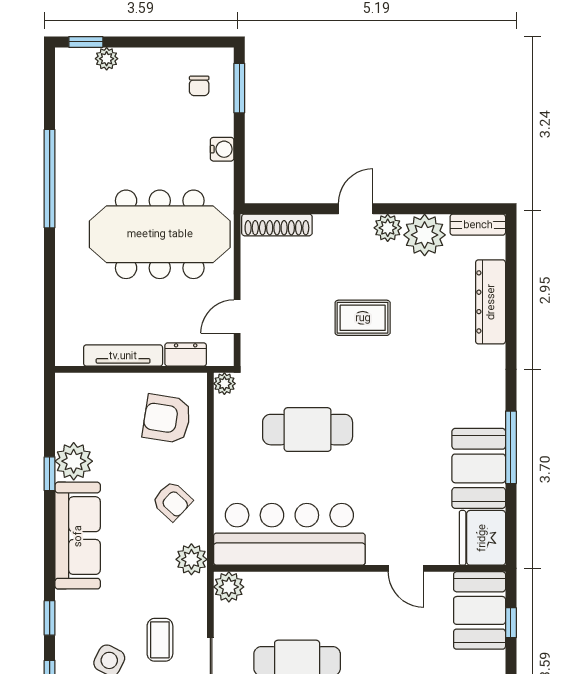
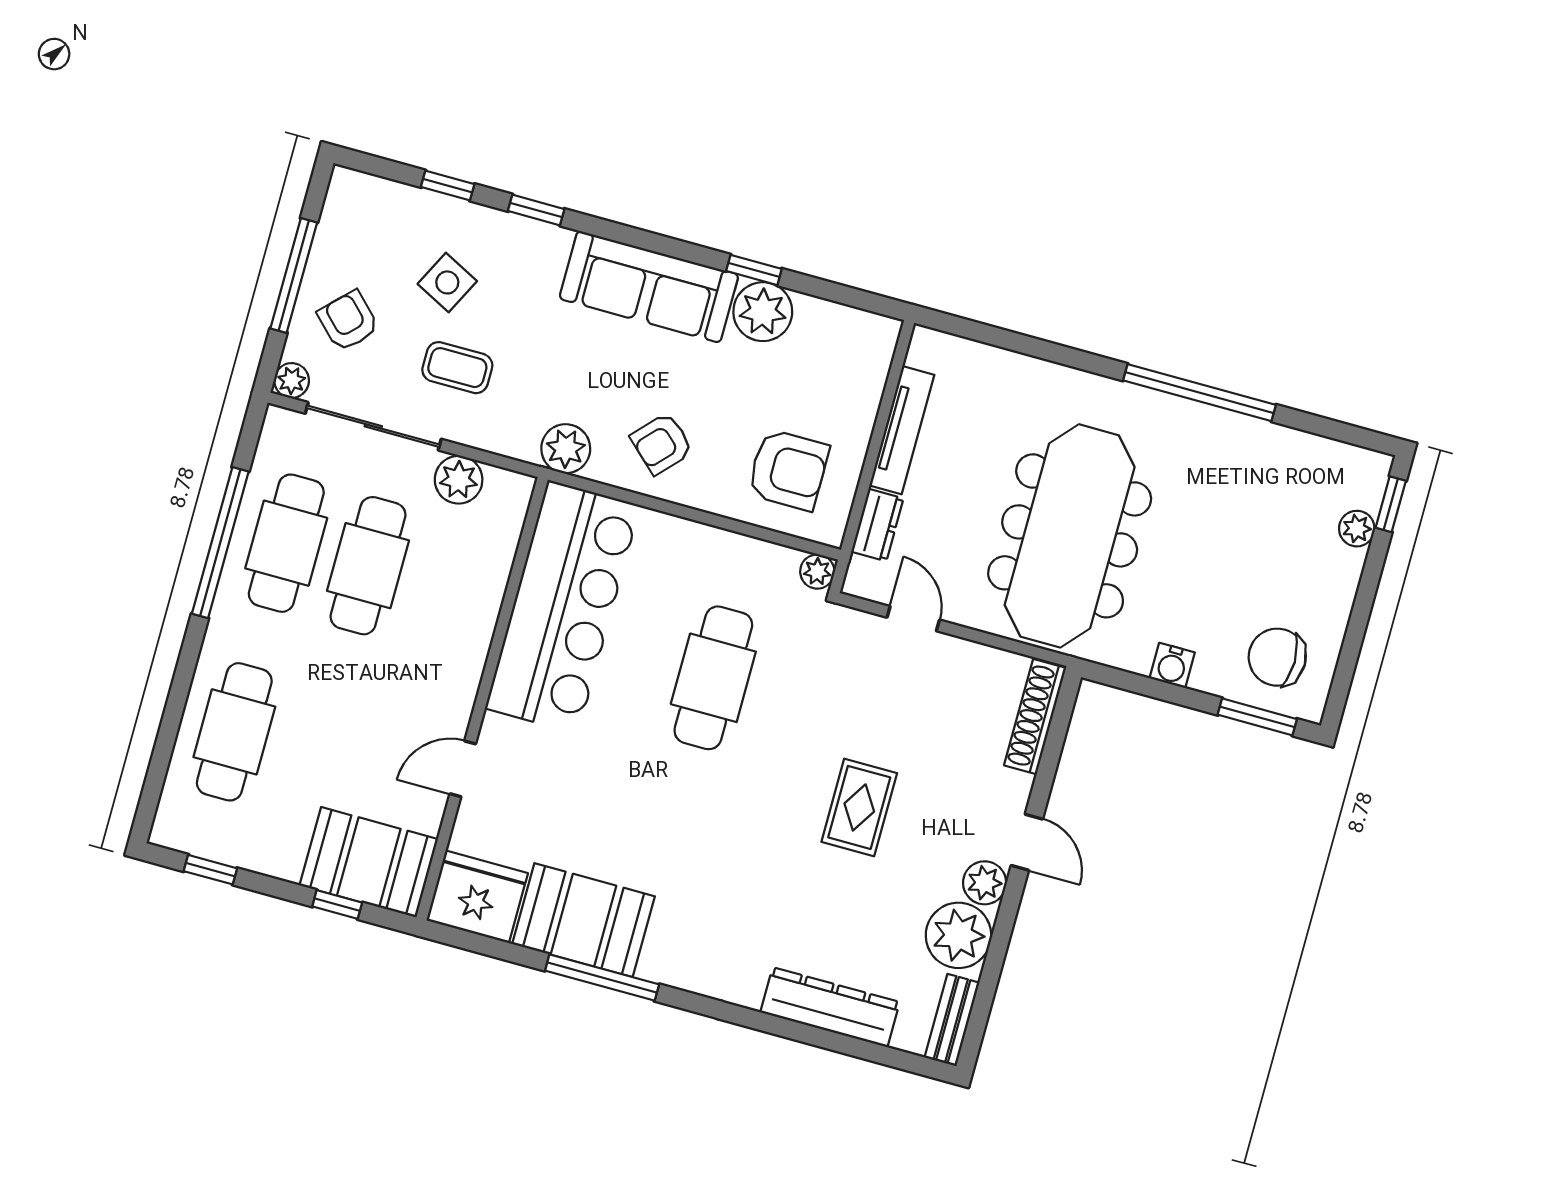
chair: (199, 86) -> (1277, 657), width x1.87, depth x1.87
armchair: (167, 419) -> (788, 470), turned 81
plant: (229, 587) -> (459, 480), moved

